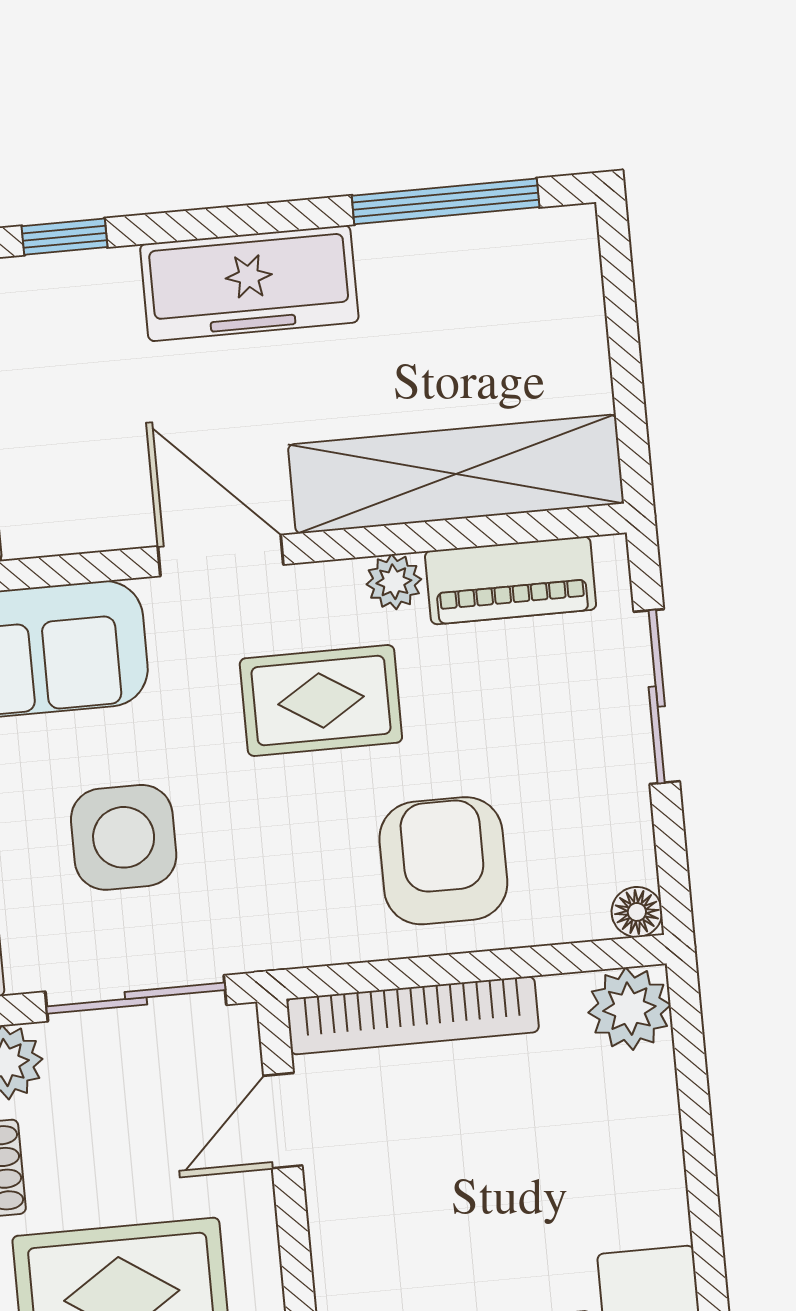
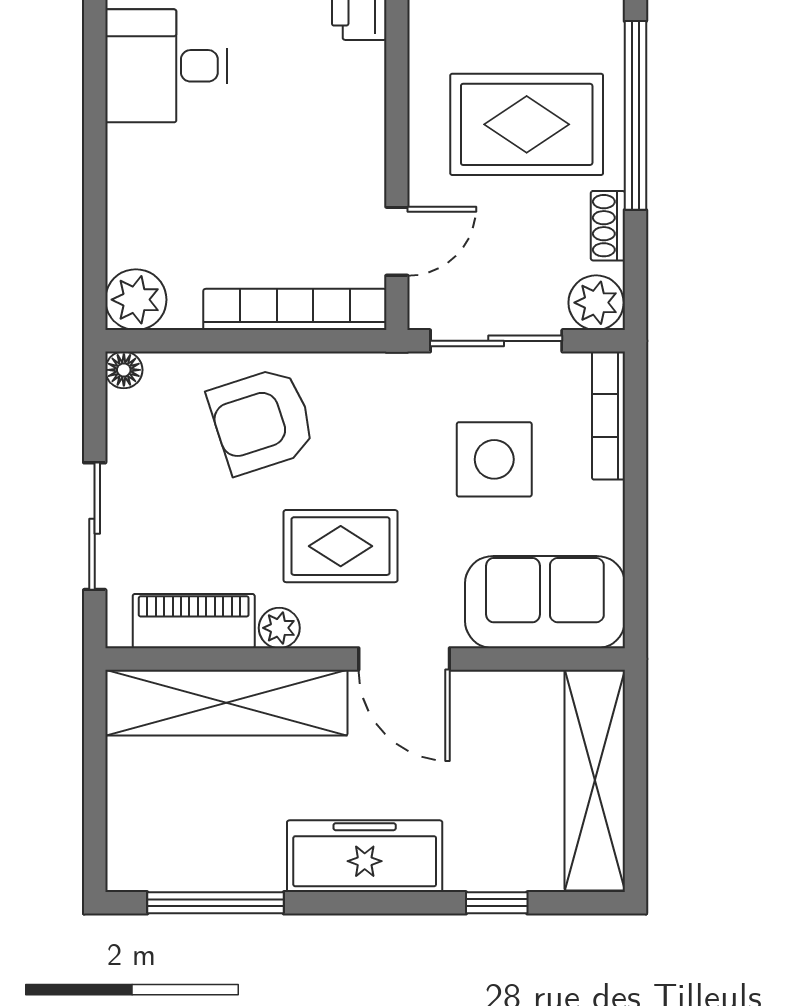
armchair: (443, 861) -> (262, 421), turned 72

